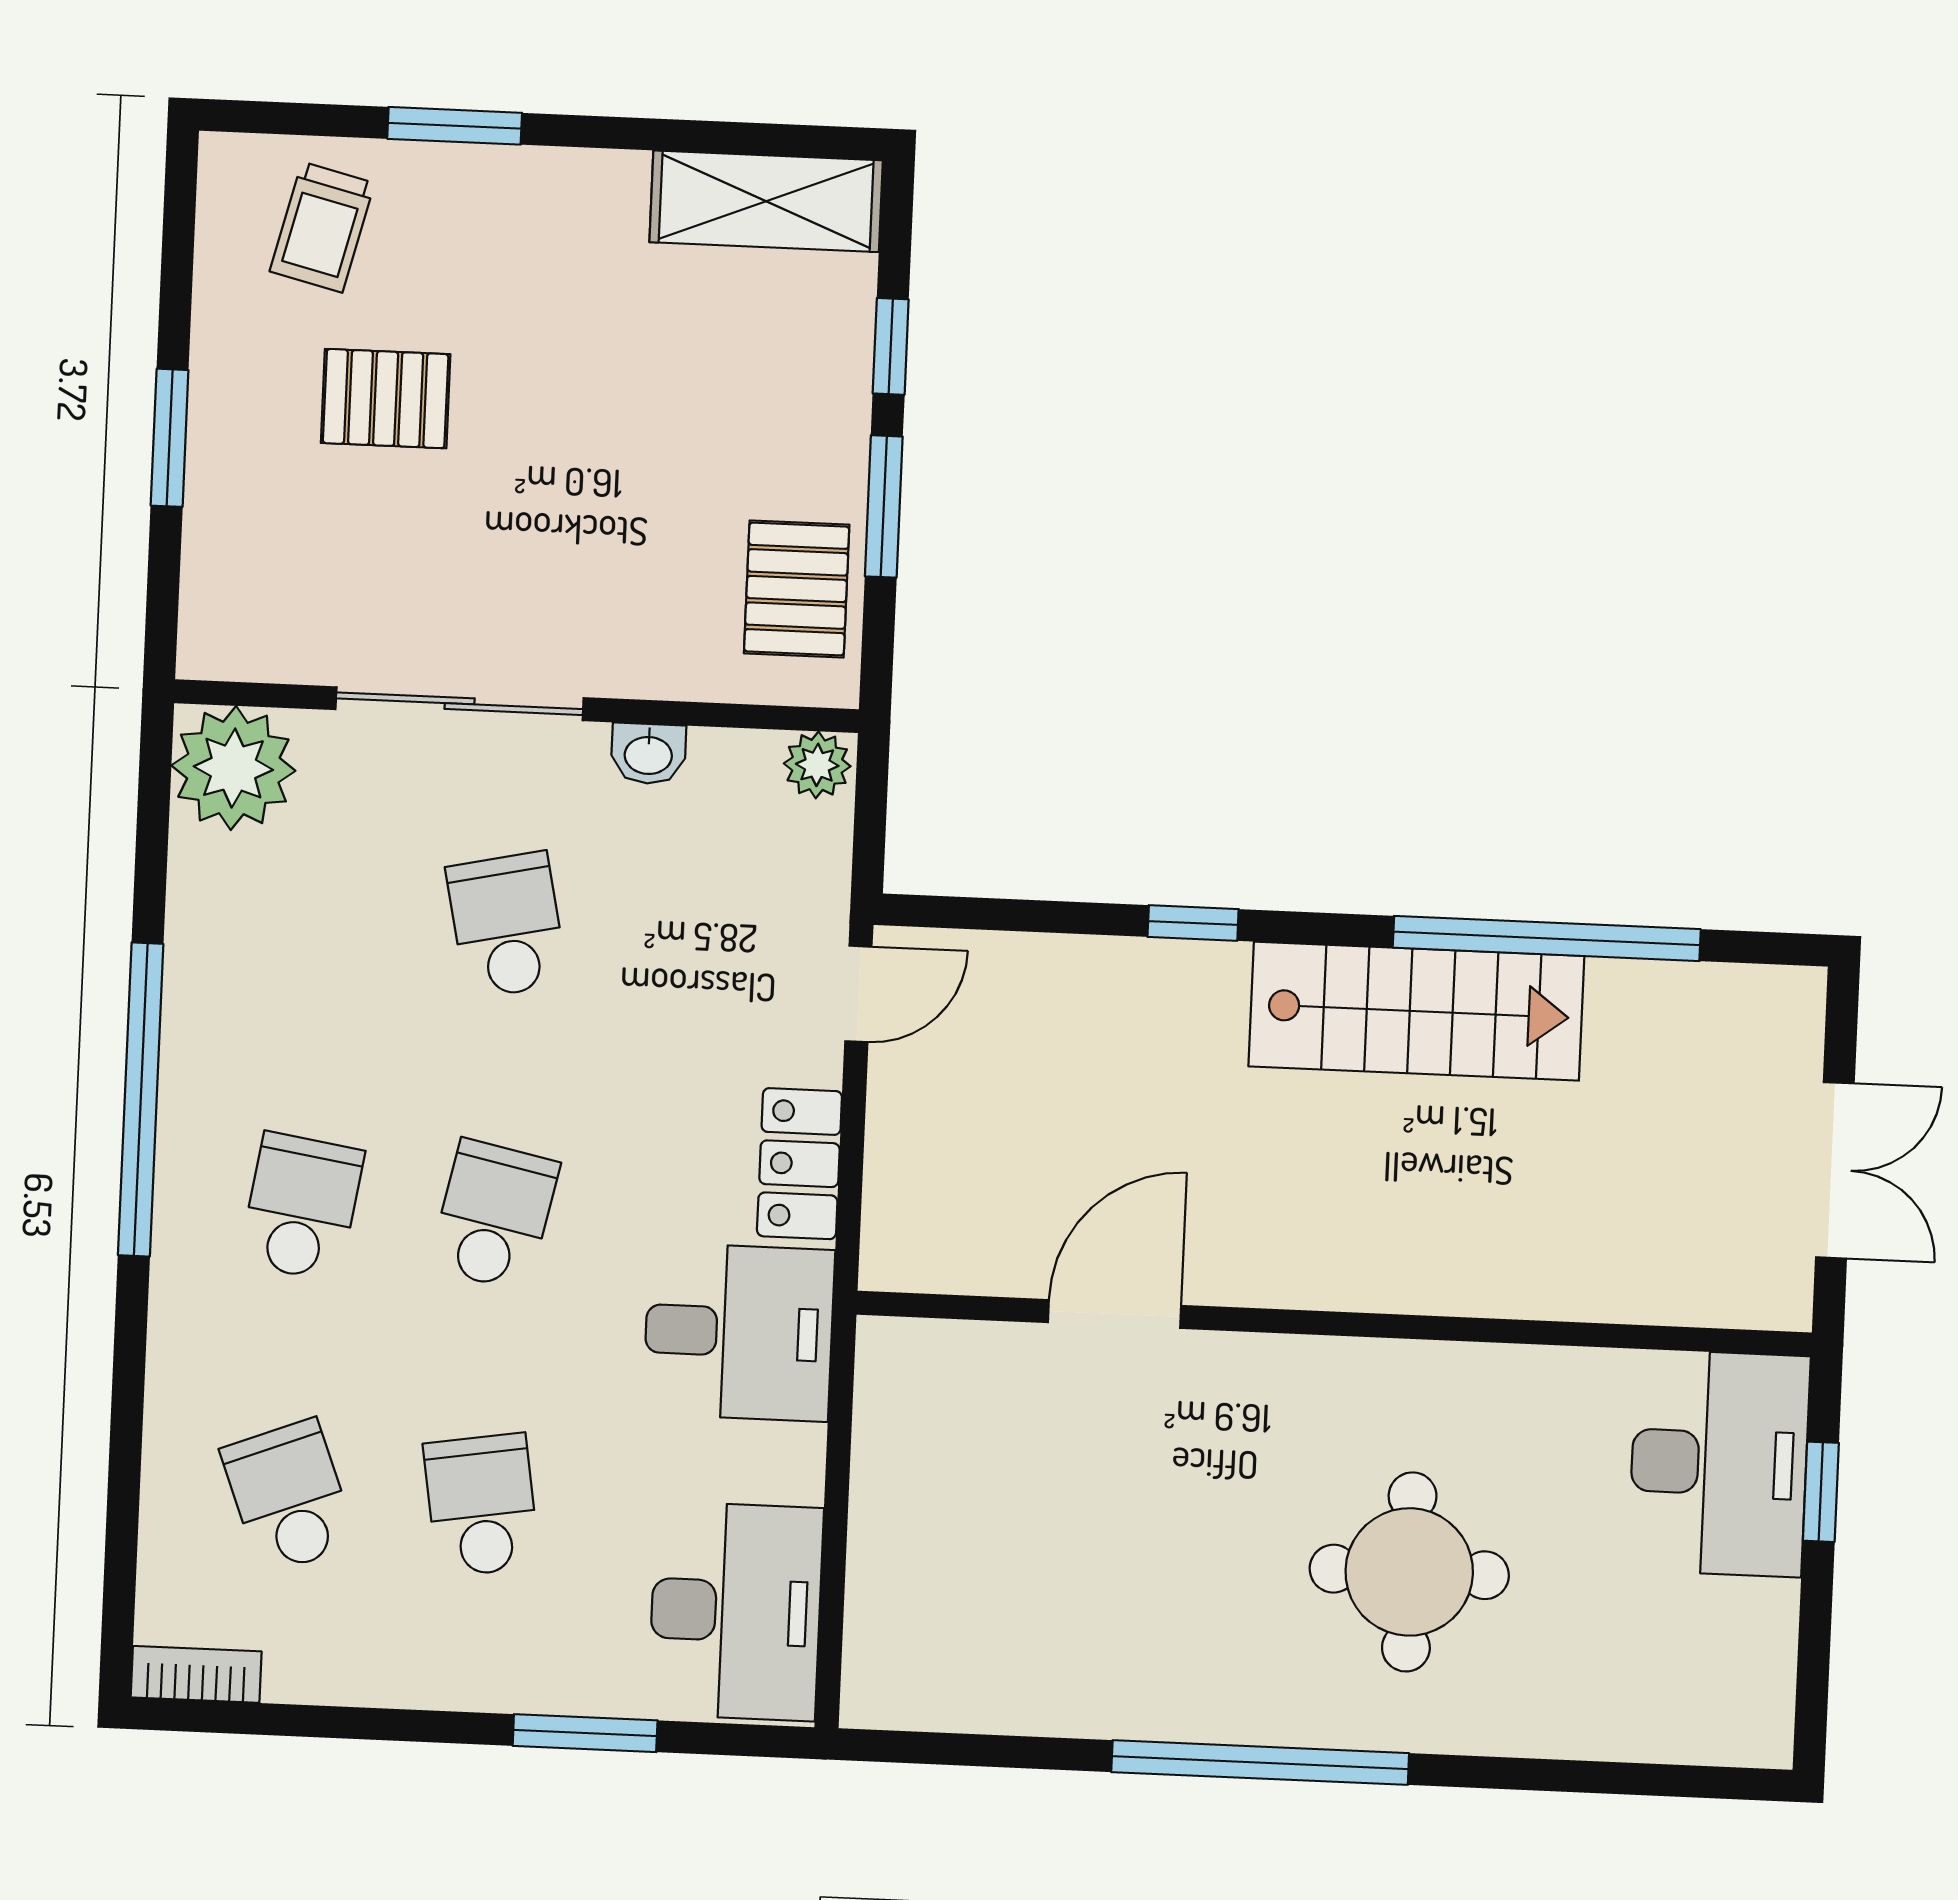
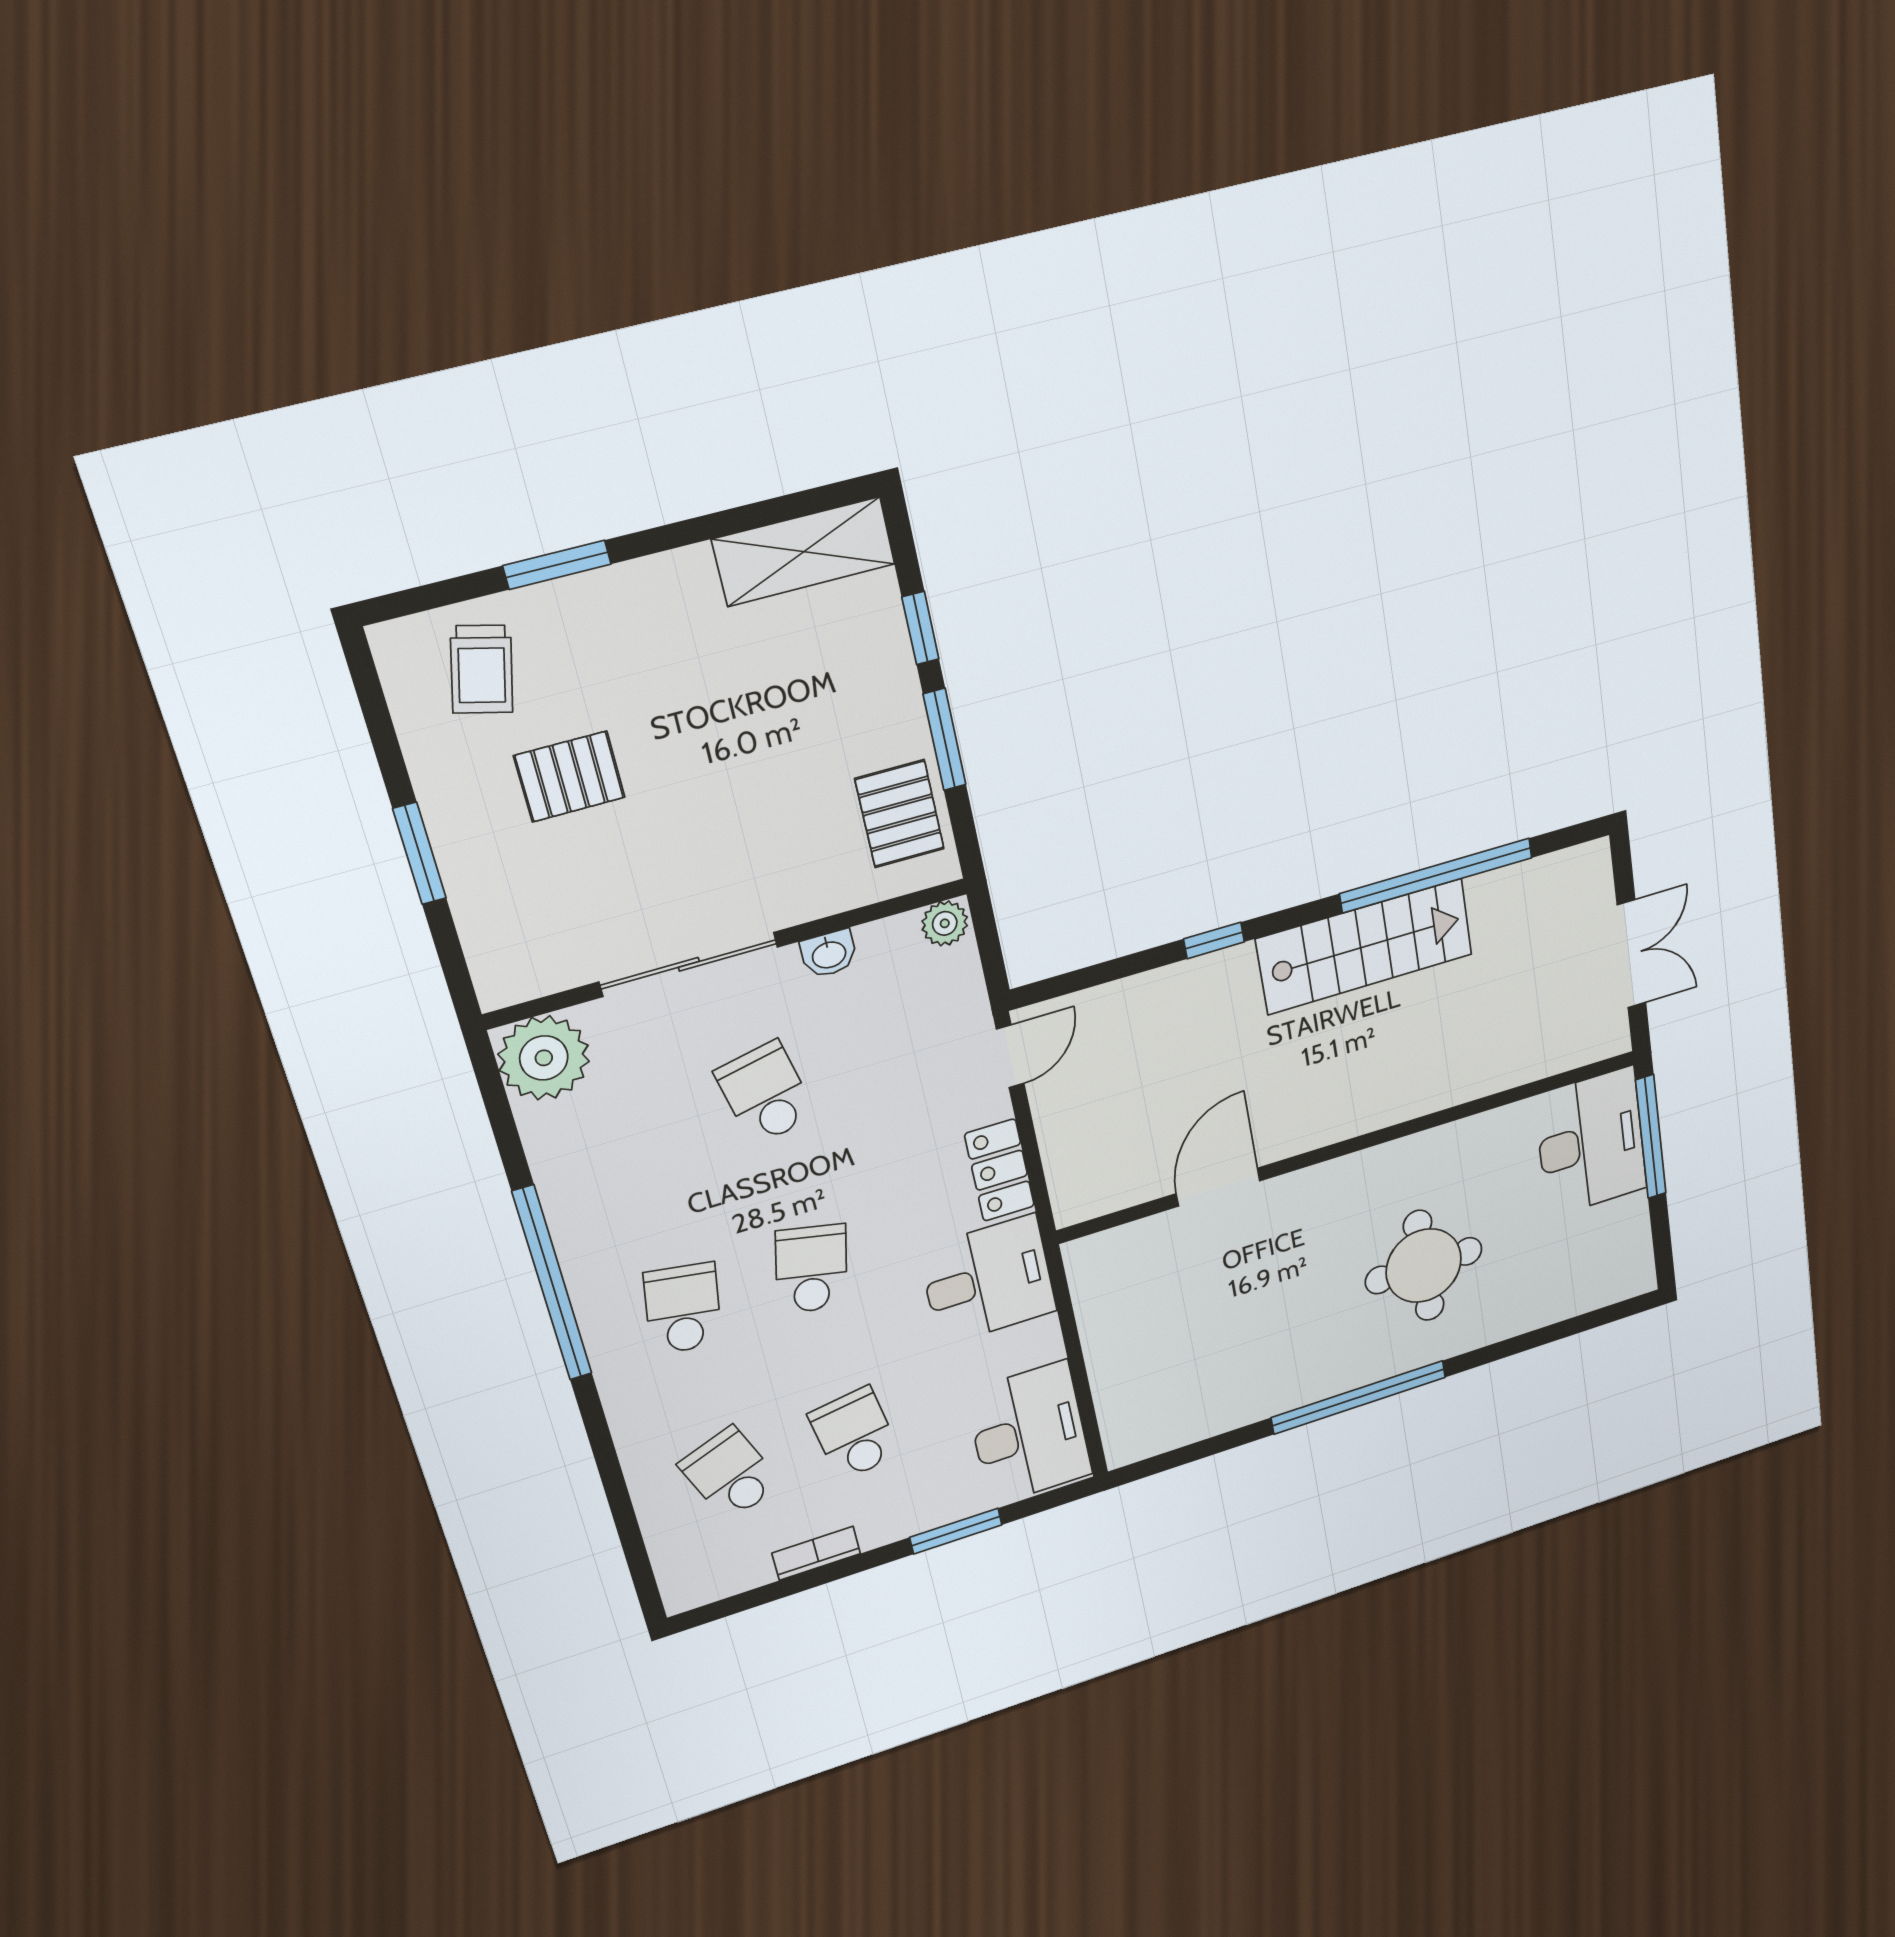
window: (1821, 1492) -> (1651, 1137), width x2.17
bookcase: (196, 1674) -> (816, 1553), moved

